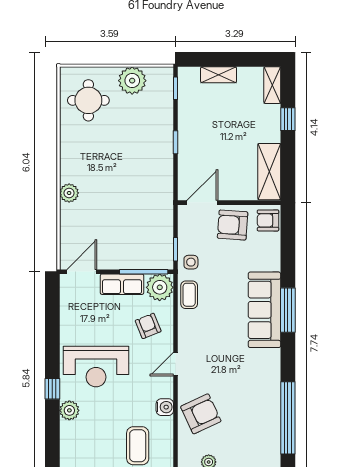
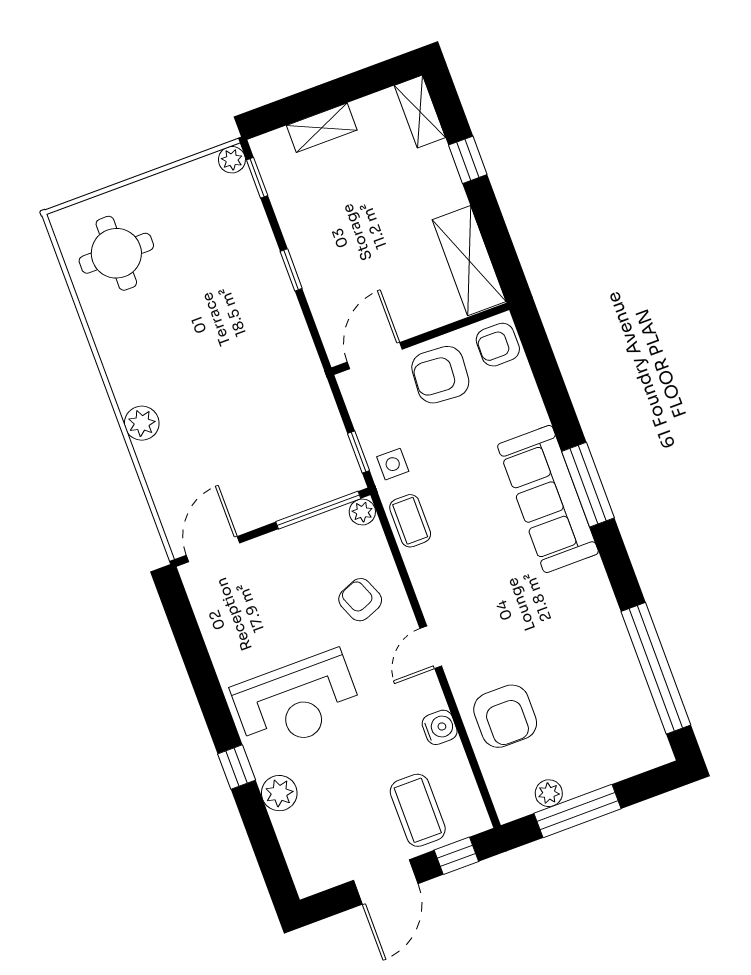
plant: (132, 81) -> (232, 160), moved, width x0.53, depth x0.53
row of seats: (122, 284) -> (289, 545), removed
plant: (160, 287) -> (362, 512), width x0.53, depth x0.53
armchair: (201, 414) -> (505, 716), turned 115

